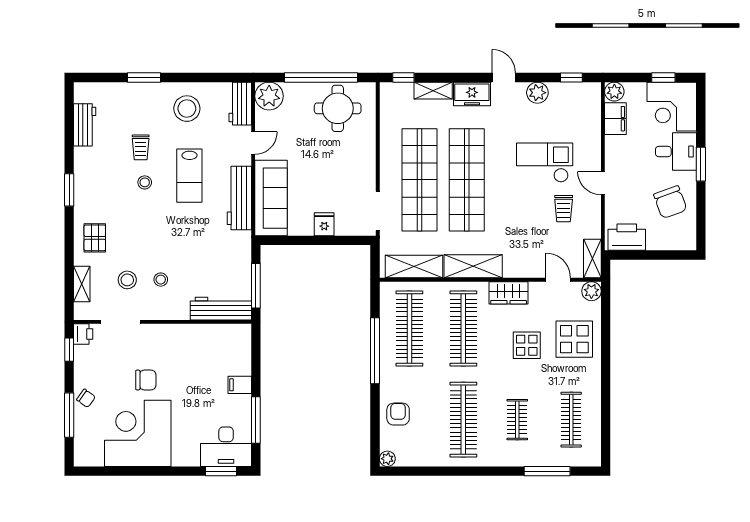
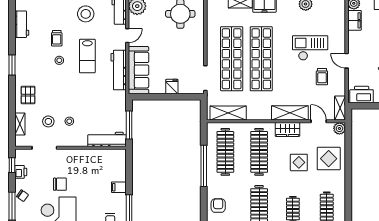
shelving: (473, 266) -> (290, 113), moved
printer: (83, 334) -> (21, 172), moved

